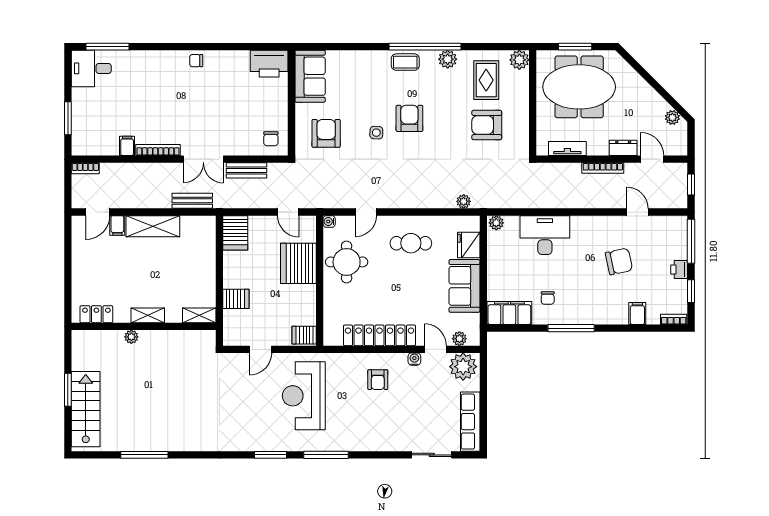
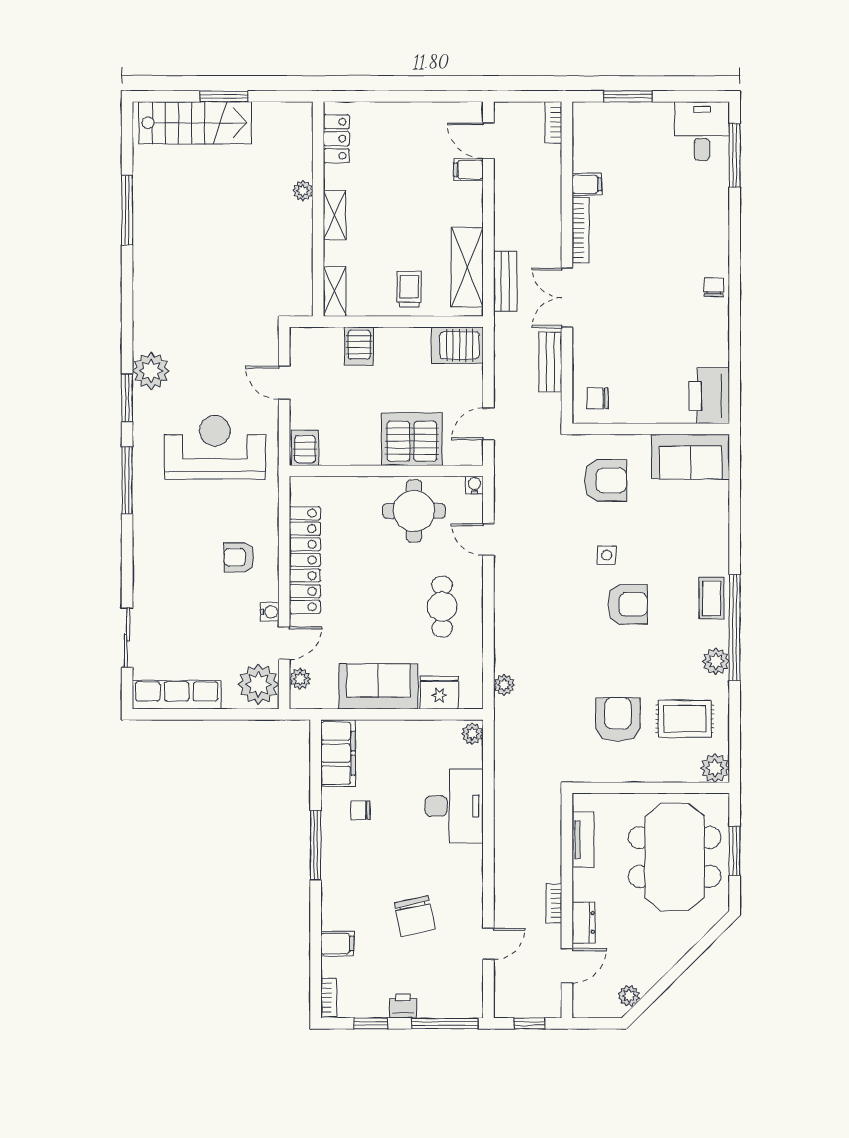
bookcase: (603, 168) -> (554, 903), width x0.64
shelving: (153, 226) -> (467, 267), moved
trolley: (198, 265) -> (409, 289), added
plant: (252, 439) -> (151, 371), added

